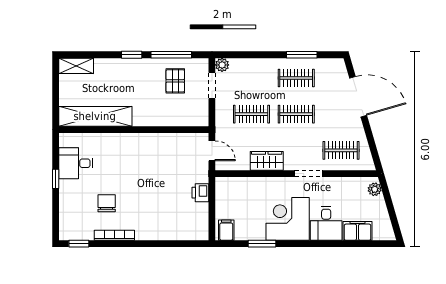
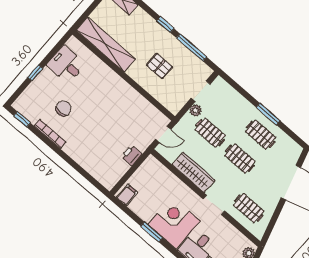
window: (302, 55) -> (268, 114), moved
plant: (222, 65) -> (196, 110), moved
pallet: (175, 81) -> (159, 66), moved, turned 90
door: (212, 151) -> (163, 134), hinge flipped
wardrobe: (267, 161) -> (194, 172), width x1.50
window: (56, 179) -> (35, 73), moved
window: (262, 244) -> (152, 232), moved

